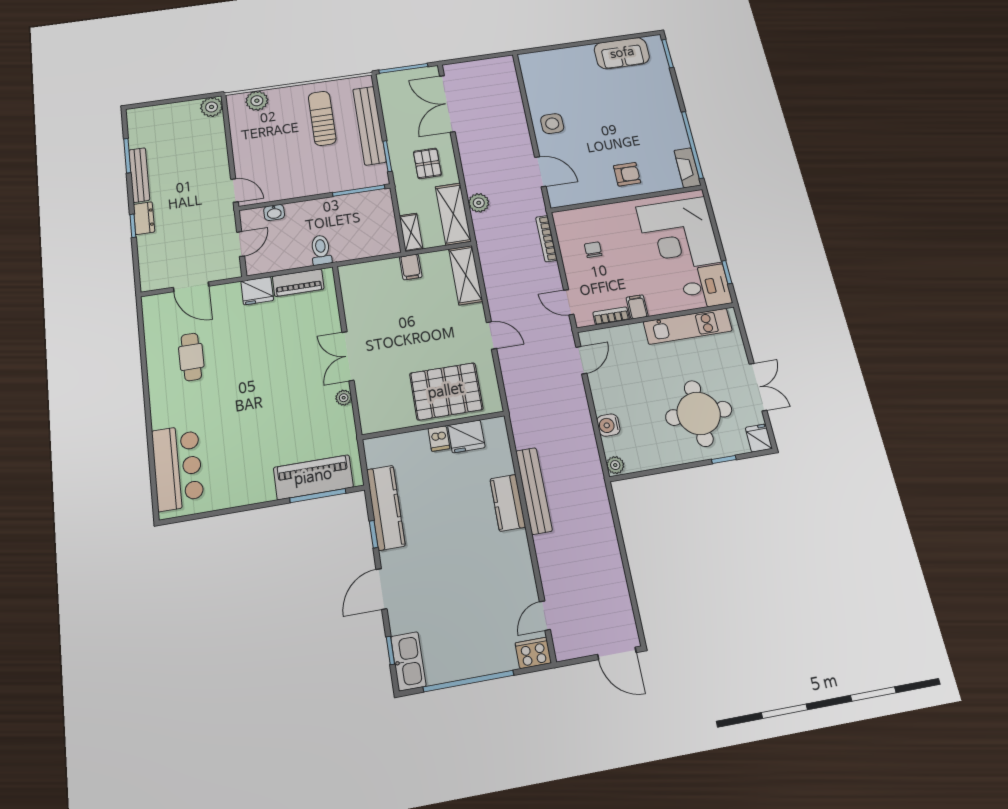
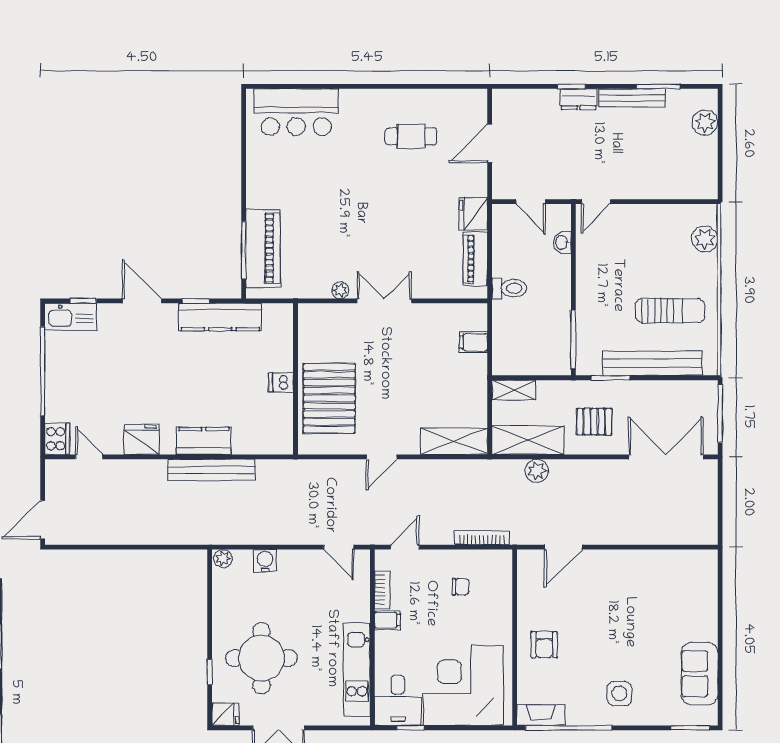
plant: (212, 107) -> (705, 123), moved
side table: (552, 124) -> (619, 694), moved
filing cabinet: (411, 267) -> (473, 342), moved
fridge: (466, 436) -> (142, 440), moved, turned 90

